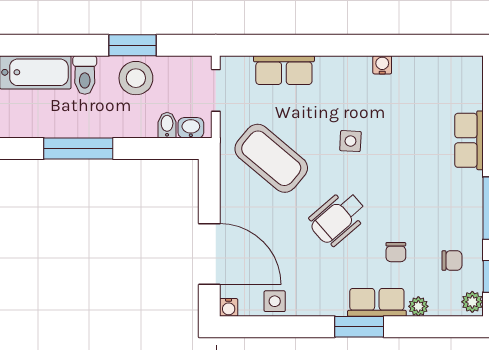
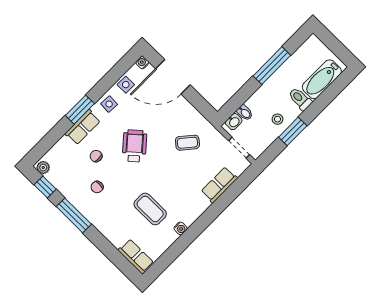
stool: (136, 78) -> (278, 119), width x0.53, depth x0.53
coffee table: (395, 124) -> (150, 209), added
row of seats: (469, 140) -> (136, 256), moved
side table: (350, 141) -> (109, 104), moved
coffee table: (271, 158) -> (187, 143), width x0.54, depth x0.58
chair: (452, 261) -> (97, 187), moved
plant: (418, 306) -> (64, 143), removed

